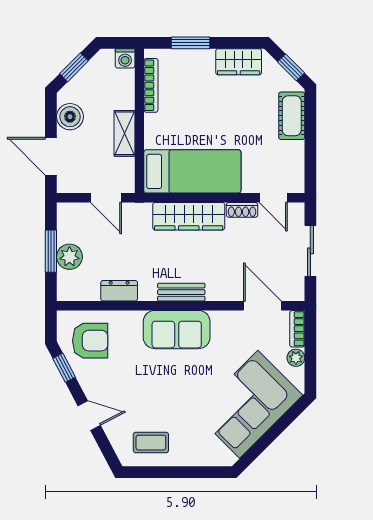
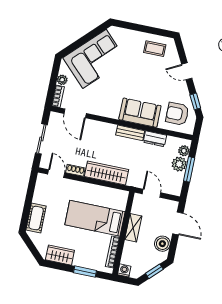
window: (291, 67) -> (31, 246), removed
bed: (192, 171) -> (95, 218), moved
plant: (66, 281) -> (184, 151), added
bench: (181, 292) -> (130, 133), moved
sofa: (177, 330) -> (140, 113), moved

